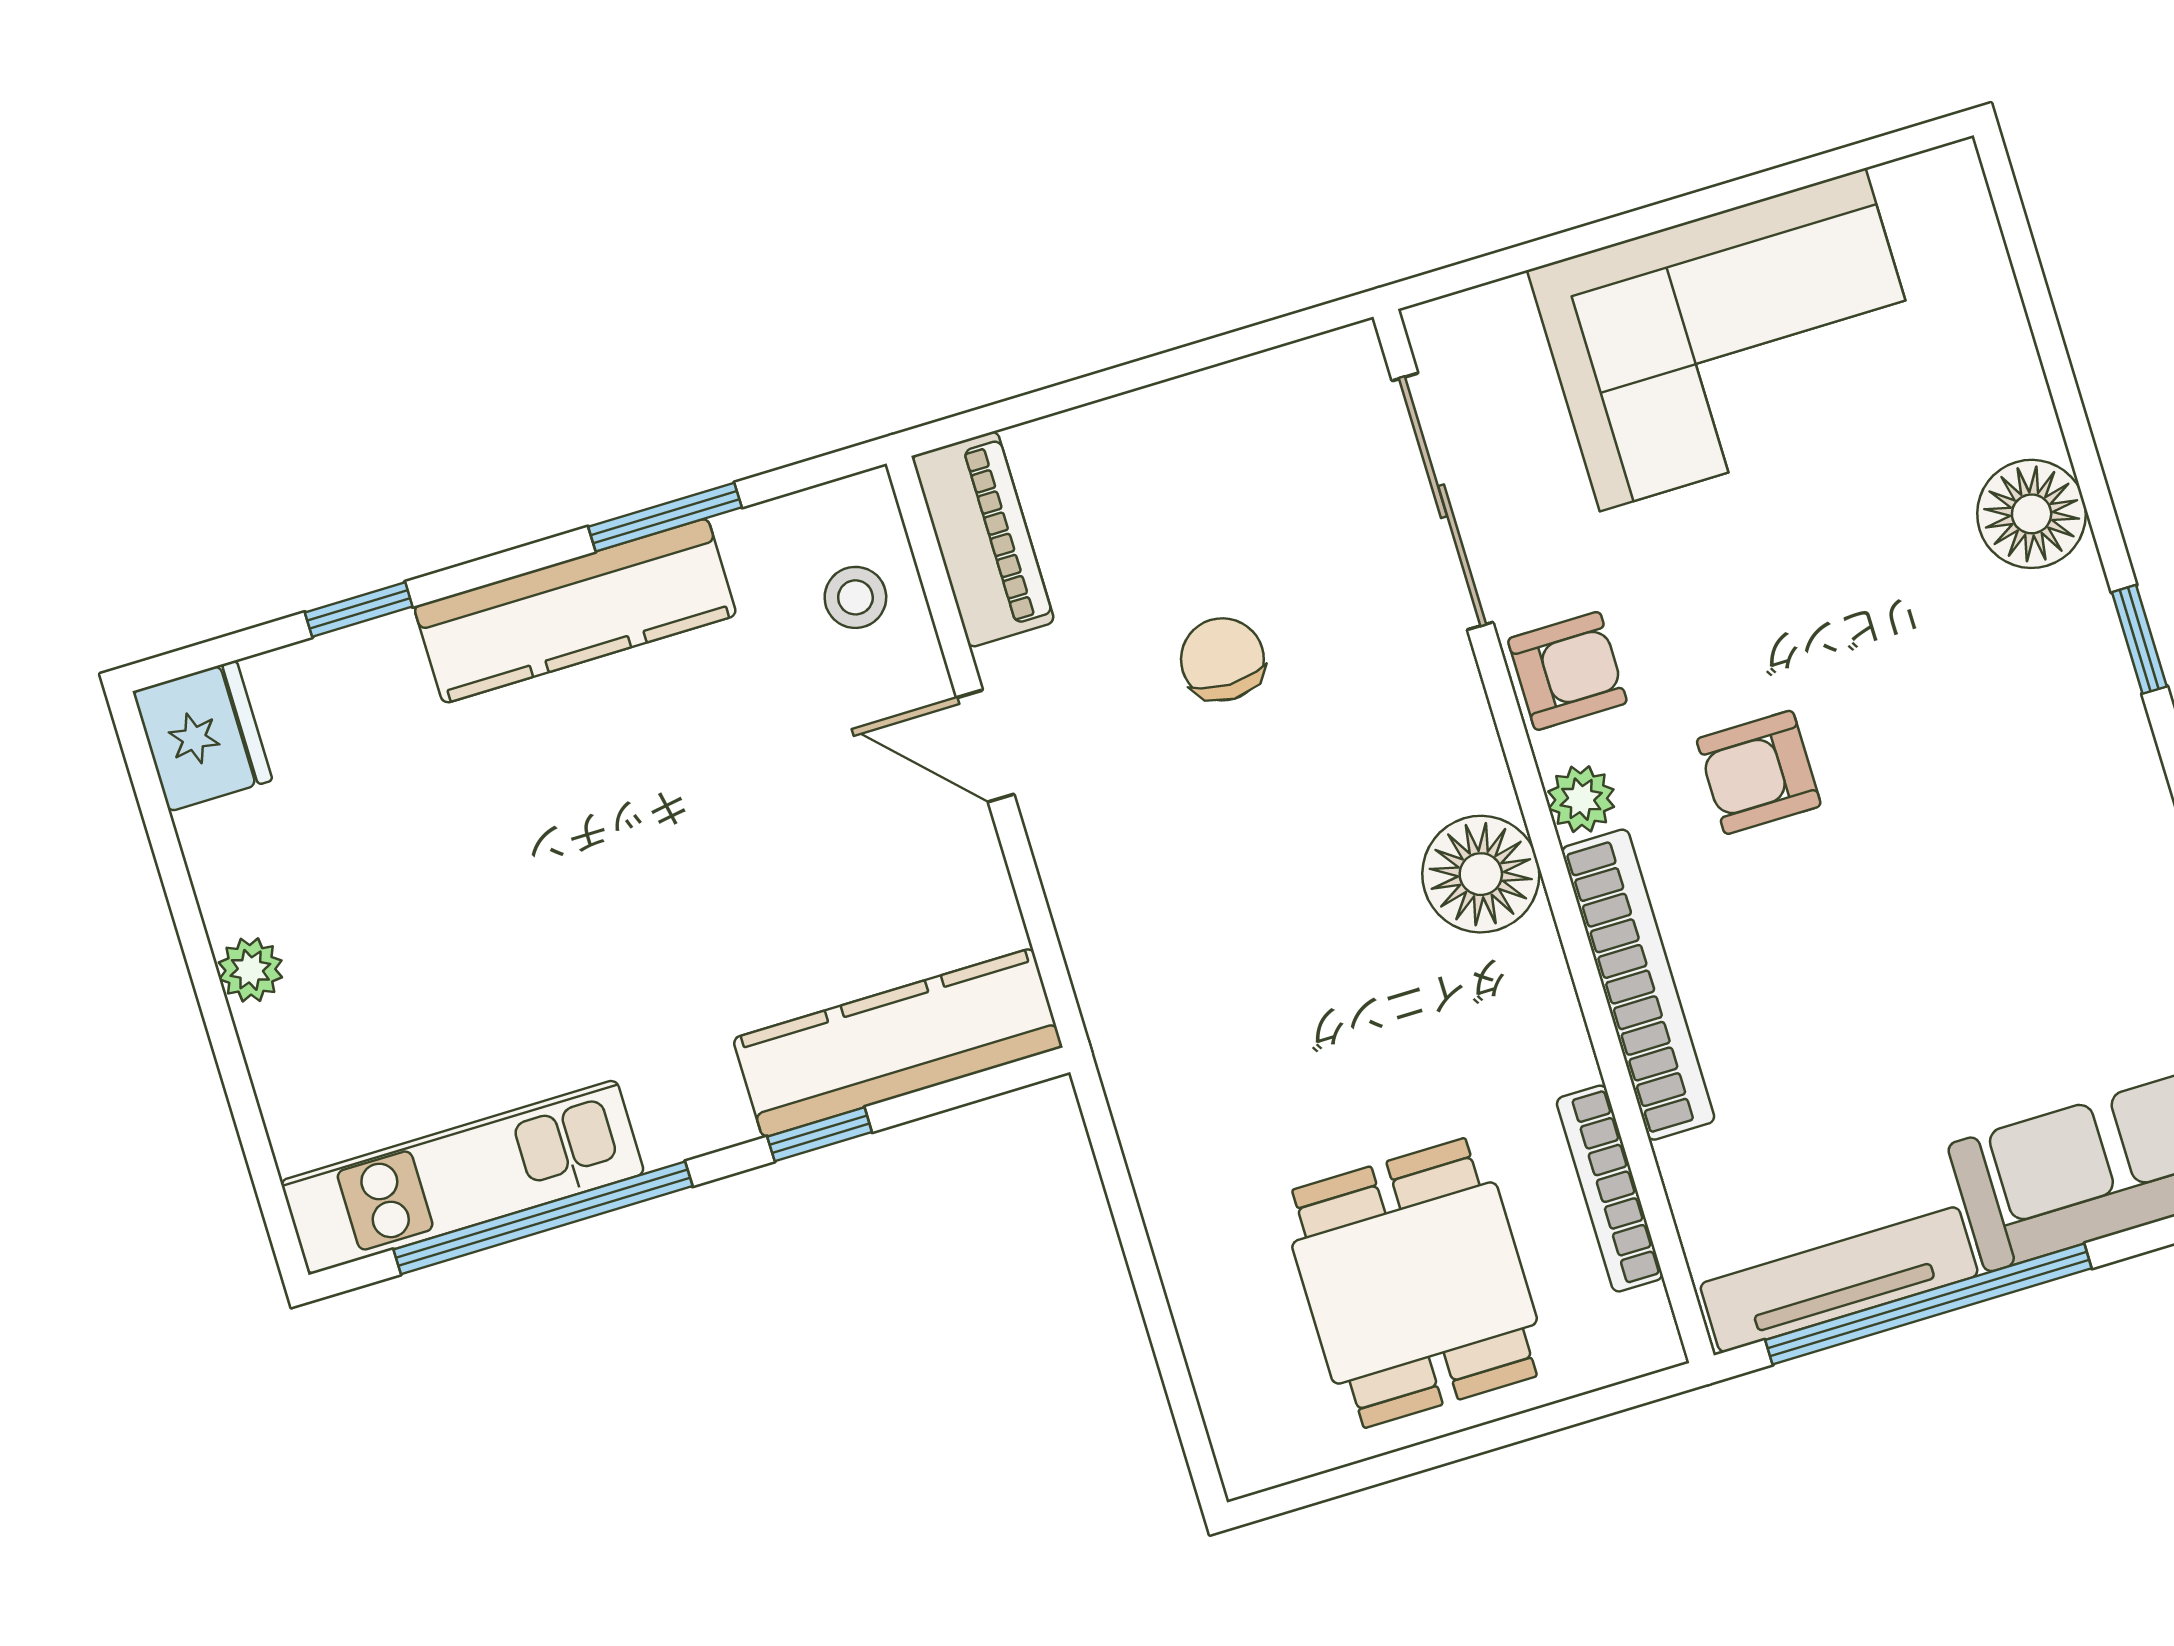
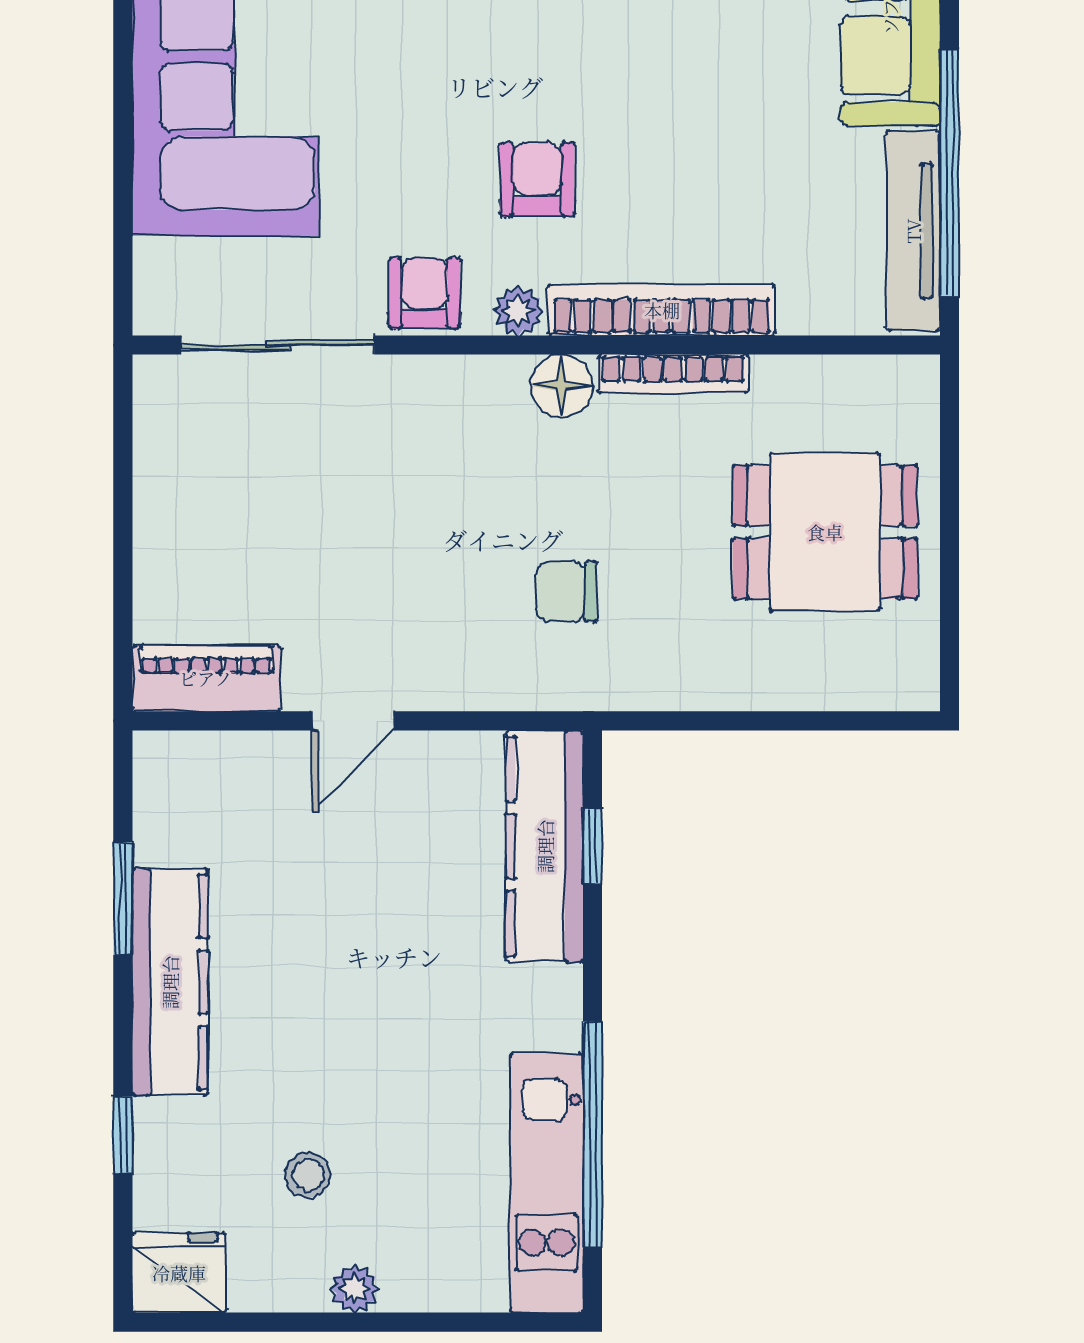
stool: (855, 597) -> (308, 1175), moved
chair: (1222, 659) -> (566, 592), moved
armchair: (1759, 772) -> (537, 179), turned 180
floor lamp: (1481, 874) -> (562, 386), width x0.73, depth x0.73
window: (820, 1134) -> (593, 846), moved
bookcase: (1610, 1189) -> (673, 374), moved

